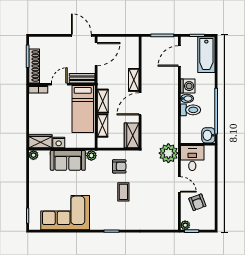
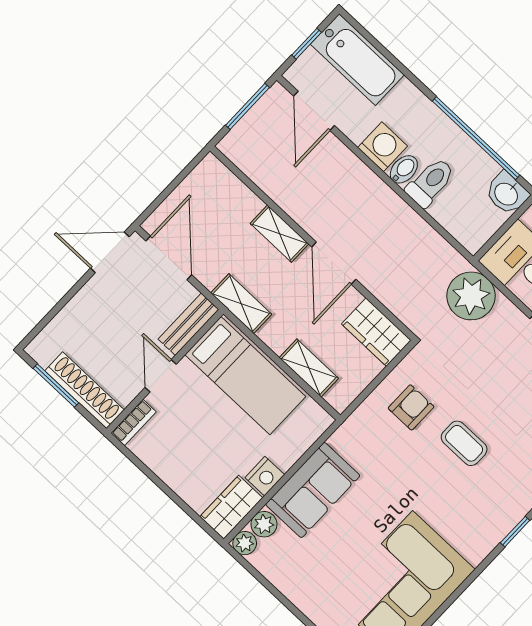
shelving: (103, 101) -> (241, 304), moved
plant: (91, 156) -> (264, 524), moved

